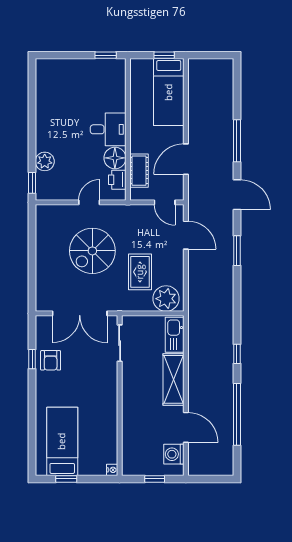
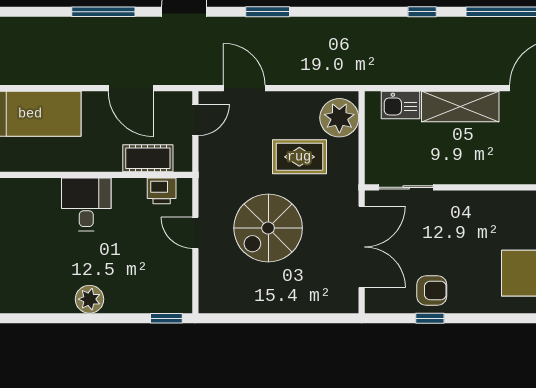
floor lamp: (115, 158) -> (129, 194), removed
plant: (45, 161) -> (89, 299), moved
door: (186, 235) -> (244, 88), hinge flipped
spiral stairs: (92, 251) -> (268, 228), turned 90
kitchen sink: (175, 335) -> (401, 105), width x0.73

